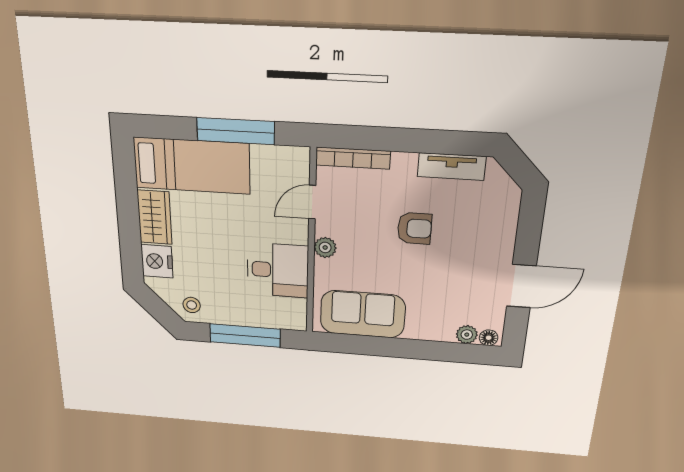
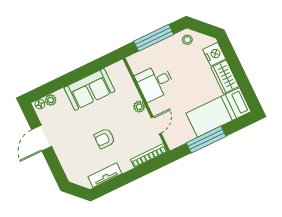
sofa: (363, 314) -> (89, 89), moved

